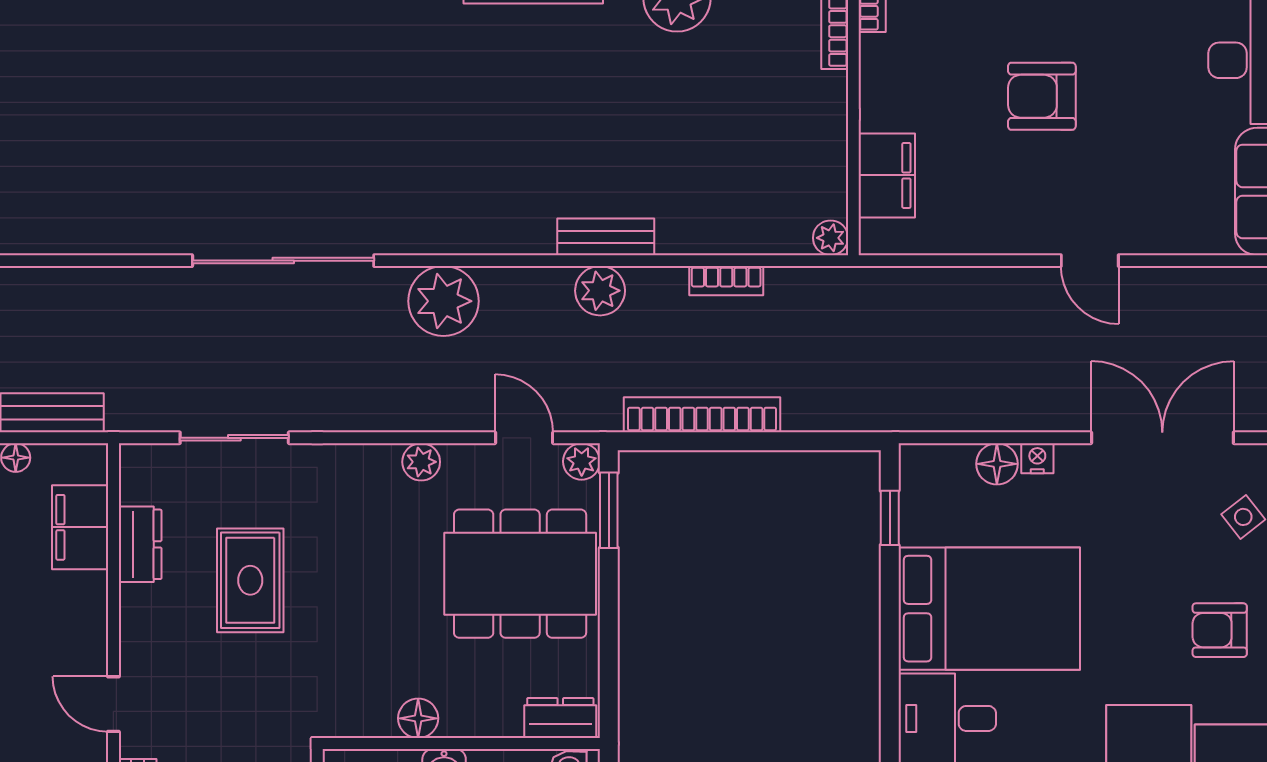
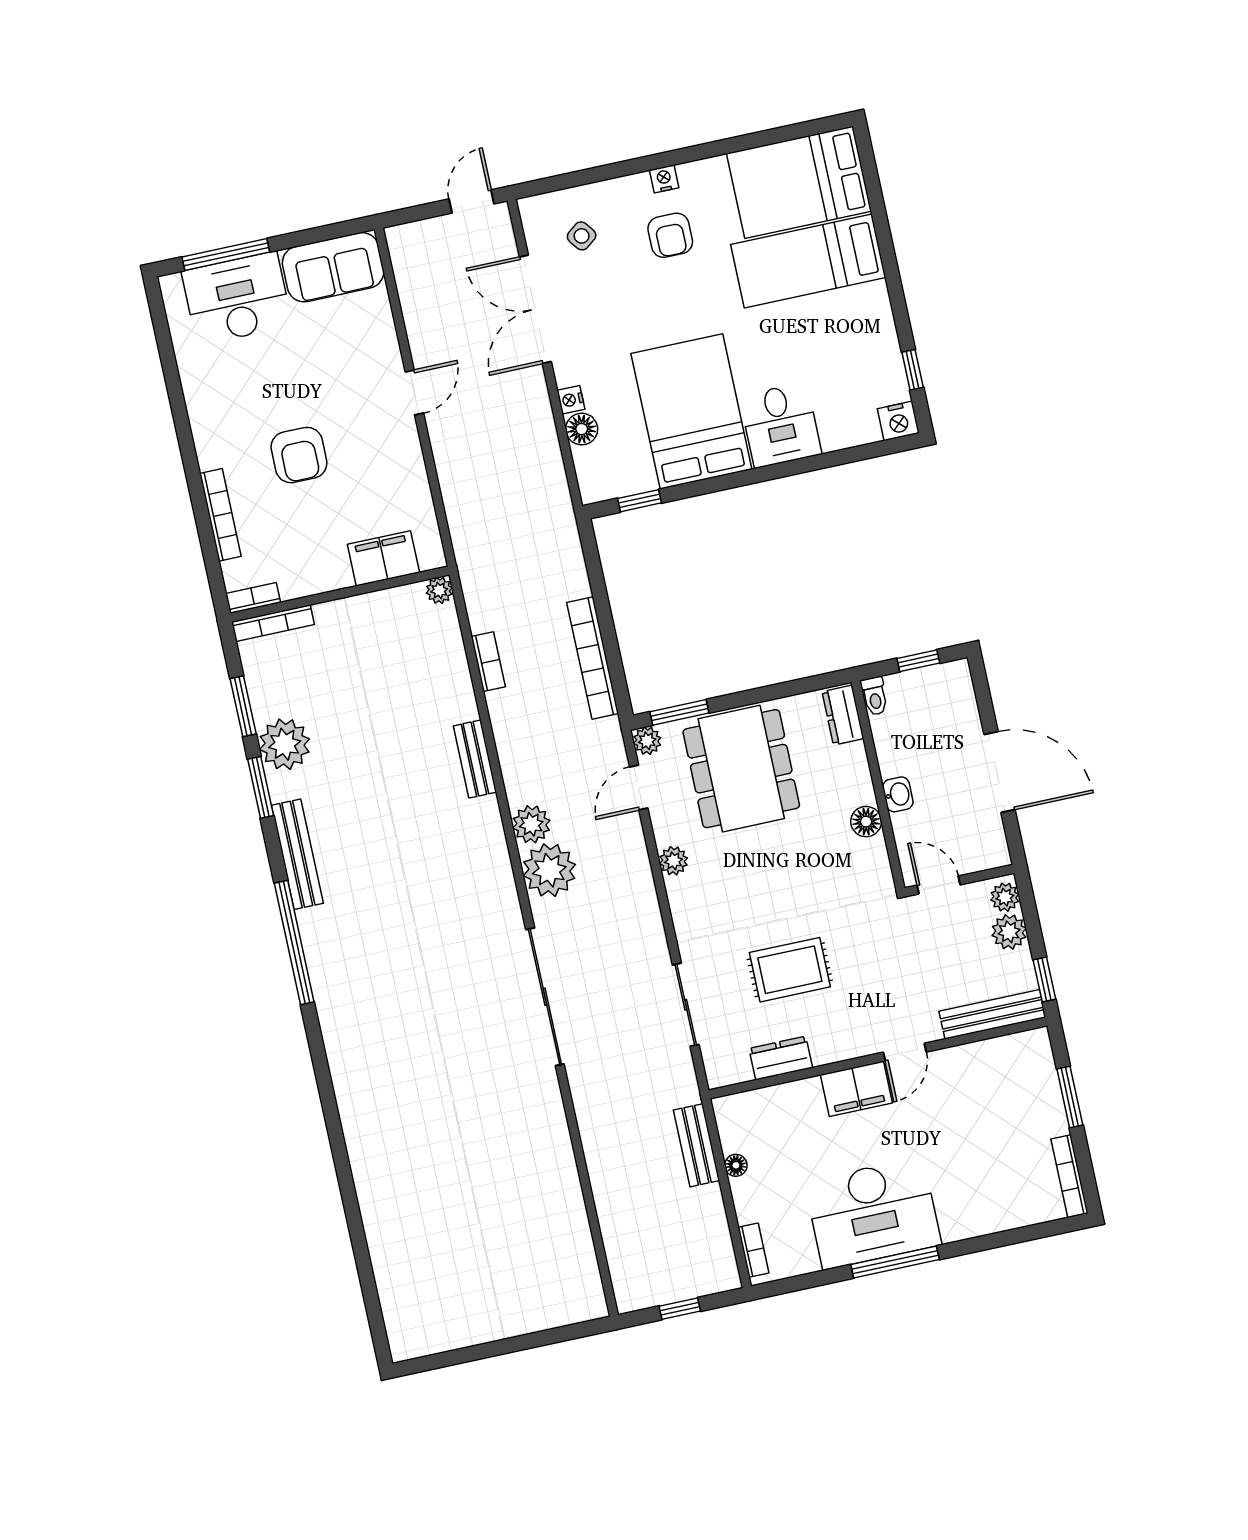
plant: (600, 291) -> (531, 824), moved
filing cabinet: (80, 527) -> (856, 1089), moved

